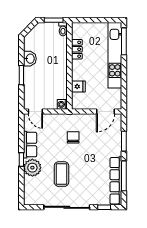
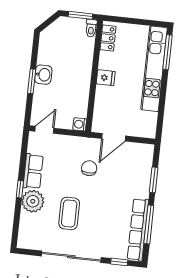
locker: (77, 49) -> (108, 38), moved
washbasin: (30, 59) -> (43, 75), moved
fridge: (78, 86) -> (106, 78), moved
door: (35, 112) -> (44, 130), swing flipped
door: (105, 112) -> (114, 137), moved

